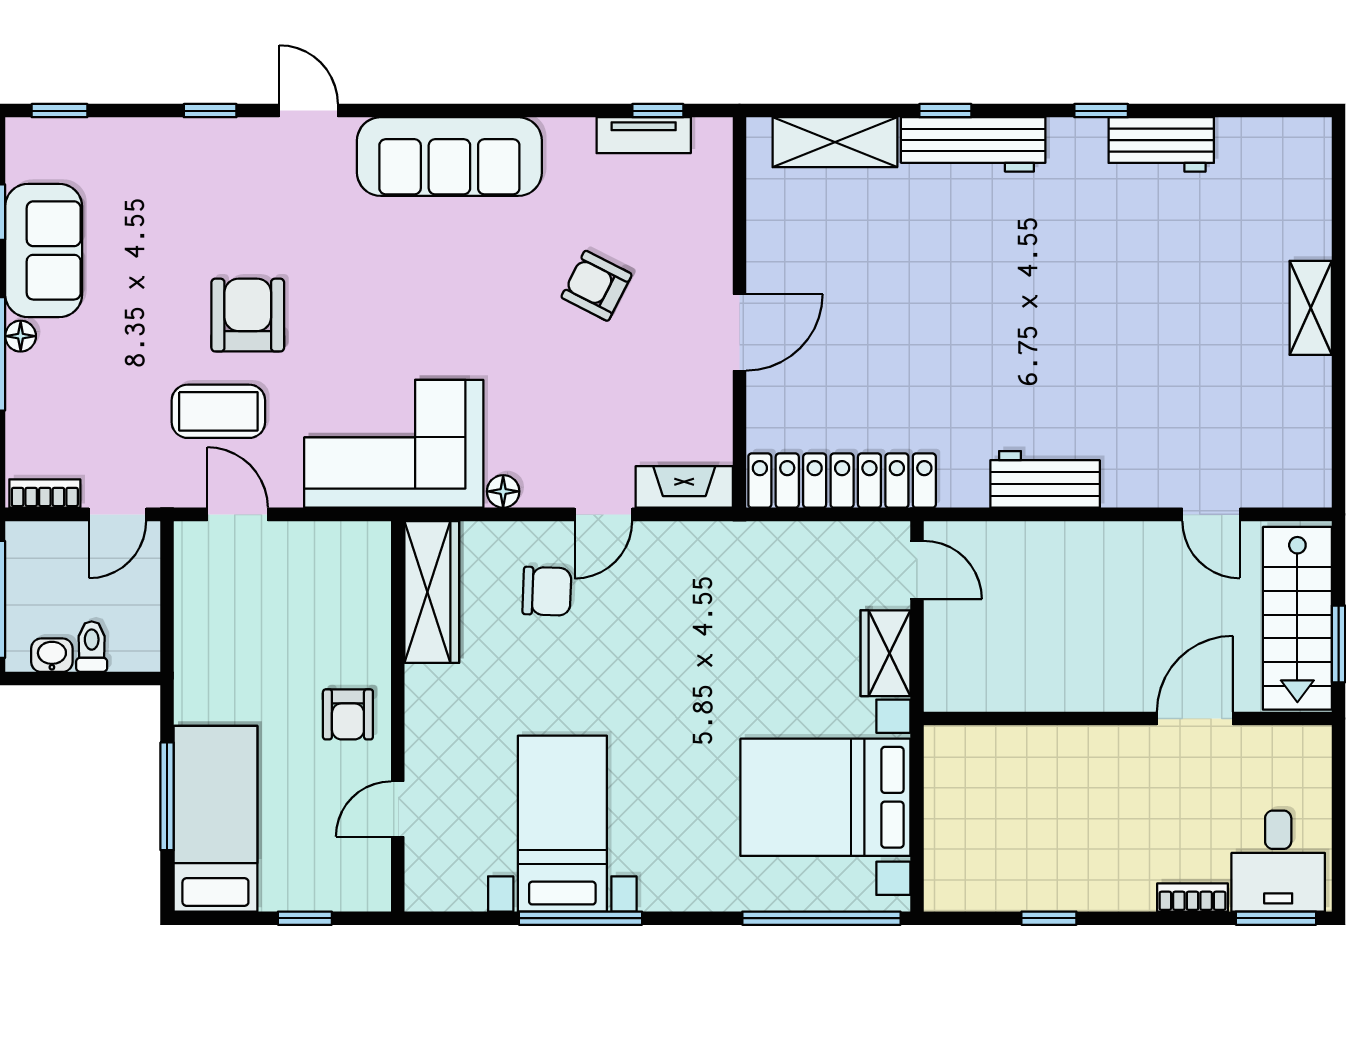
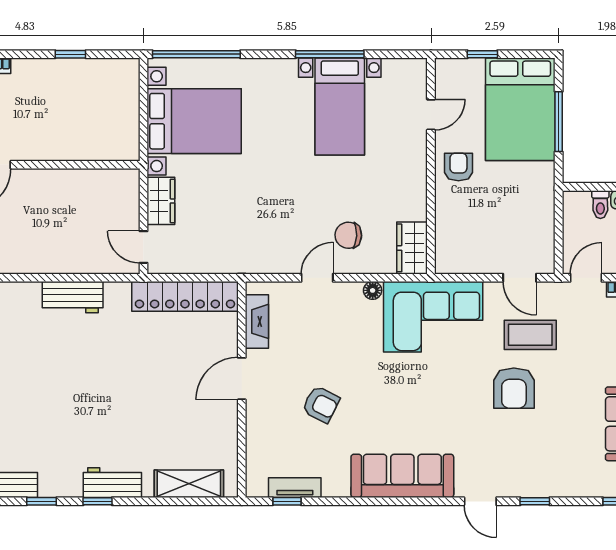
window: (945, 111) -> (98, 501), moved
workbench: (973, 144) -> (112, 483), width x0.73
fireplace: (684, 487) -> (257, 321), moved, turned -90
wardrobe: (432, 592) -> (412, 248), width x0.67
bed: (215, 819) -> (520, 109), width x1.50

